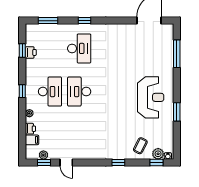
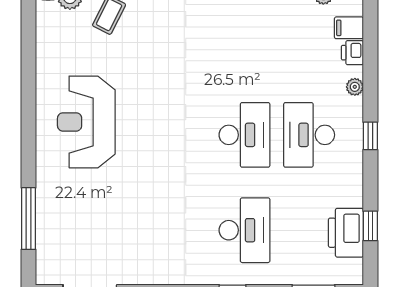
desk: (79, 48) -> (244, 230), turned 180
printer: (31, 52) -> (346, 233), width x1.87, depth x1.48
window: (177, 112) -> (28, 90), removed

